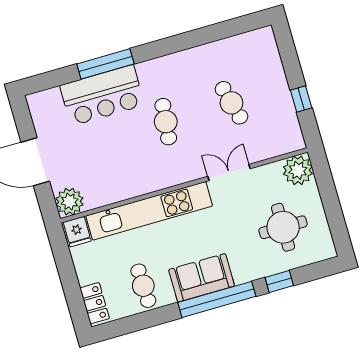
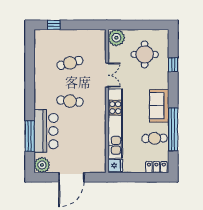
window: (105, 64) -> (30, 136), moved
window: (301, 99) -> (54, 25), moved
double door: (229, 172) -> (107, 75), swing flipped
plant: (69, 202) -> (42, 165), moved
window: (217, 299) -> (173, 129), moved

